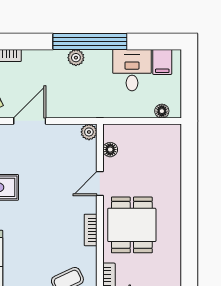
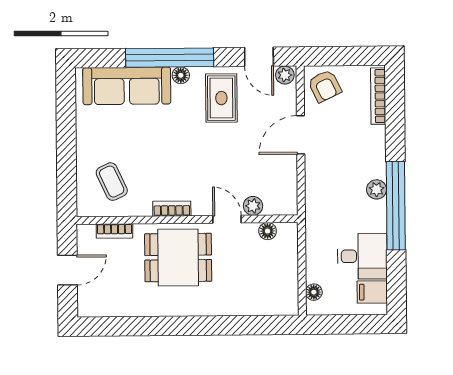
door: (30, 121) -> (301, 135), swing flipped
plant: (89, 132) -> (253, 206), moved

